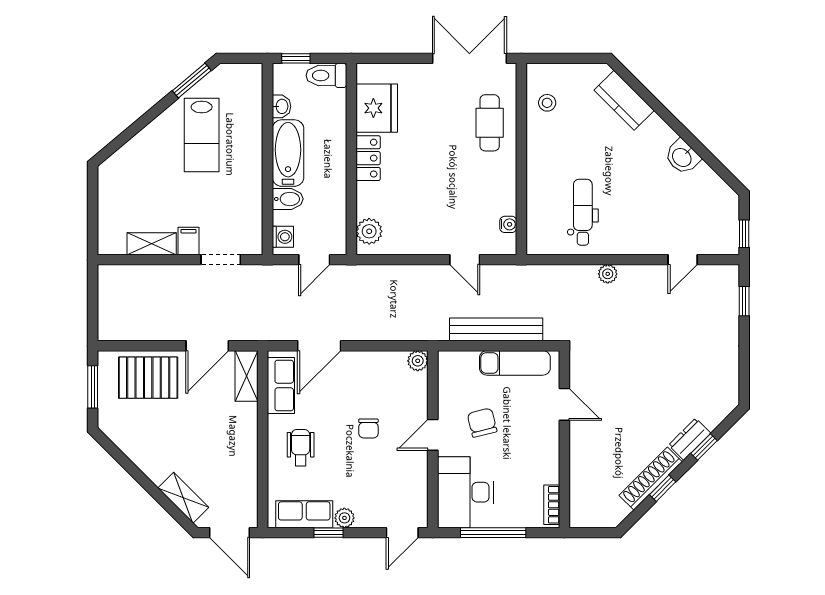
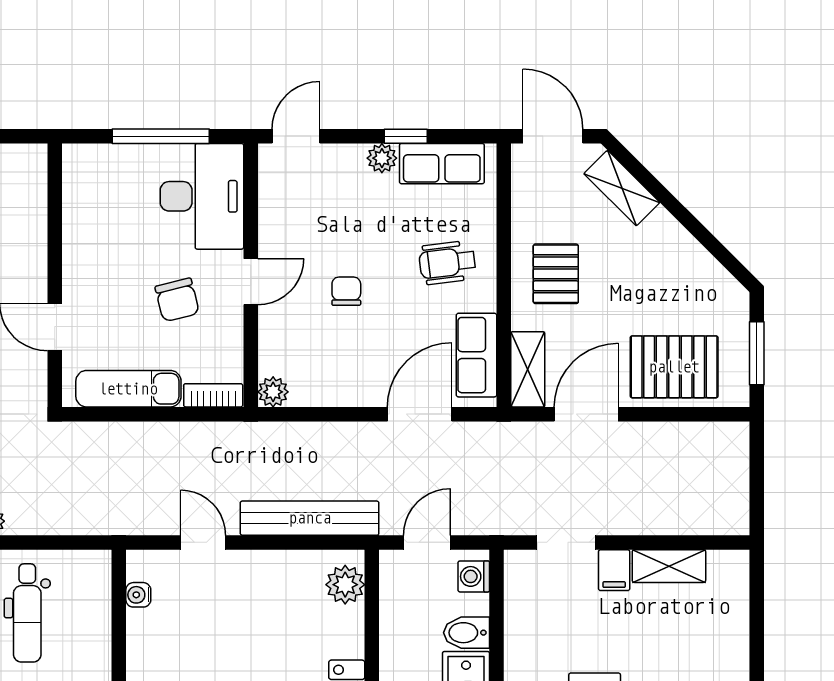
bench: (496, 329) -> (310, 518), moved
pallet: (228, 440) -> (556, 274), added
wheelchair: (301, 448) -> (447, 263), turned 83
bookcase: (552, 505) -> (213, 395), moved, turned -90

